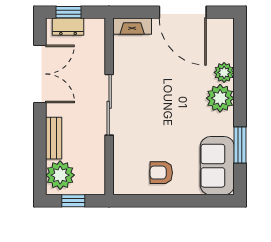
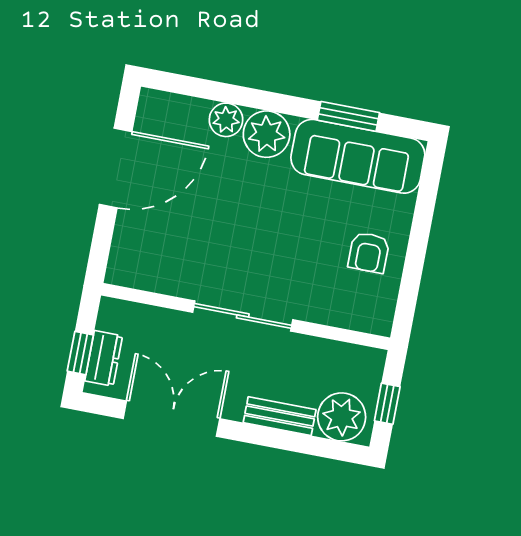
fireplace: (132, 26) -> (123, 254), removed
sofa: (217, 166) -> (358, 156), width x1.36

